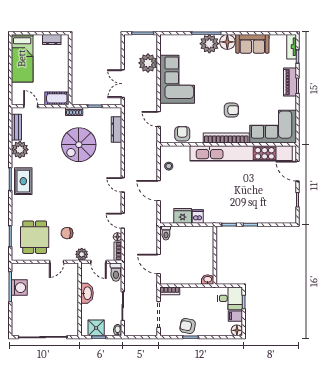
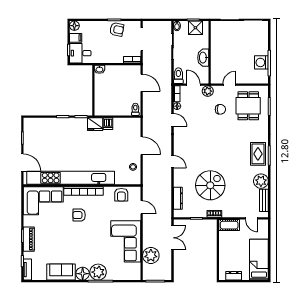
door: (123, 185) -> (173, 162), moved
fridge: (183, 216) -> (95, 124), moved

